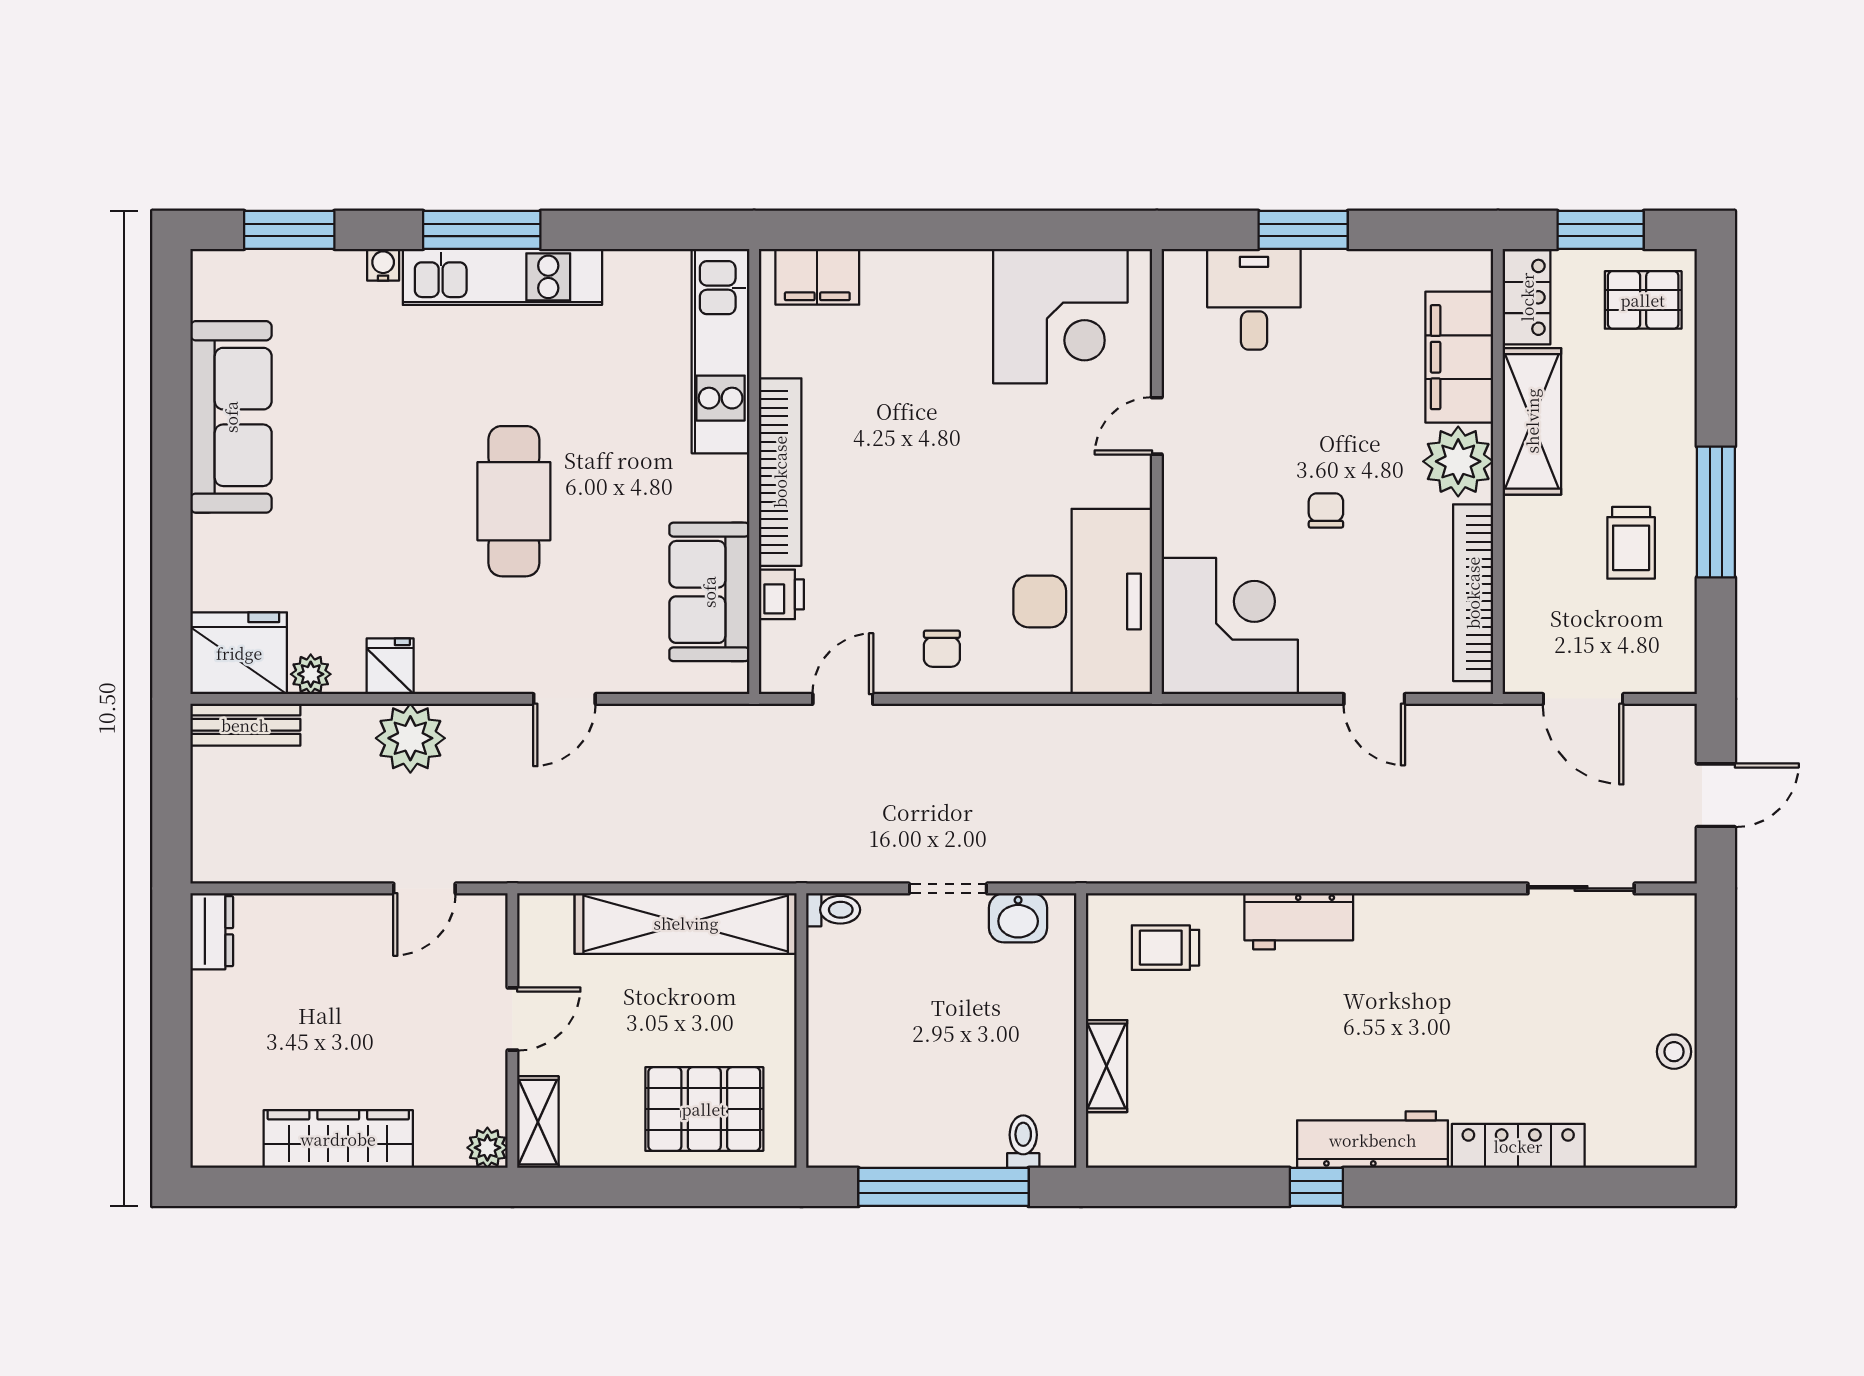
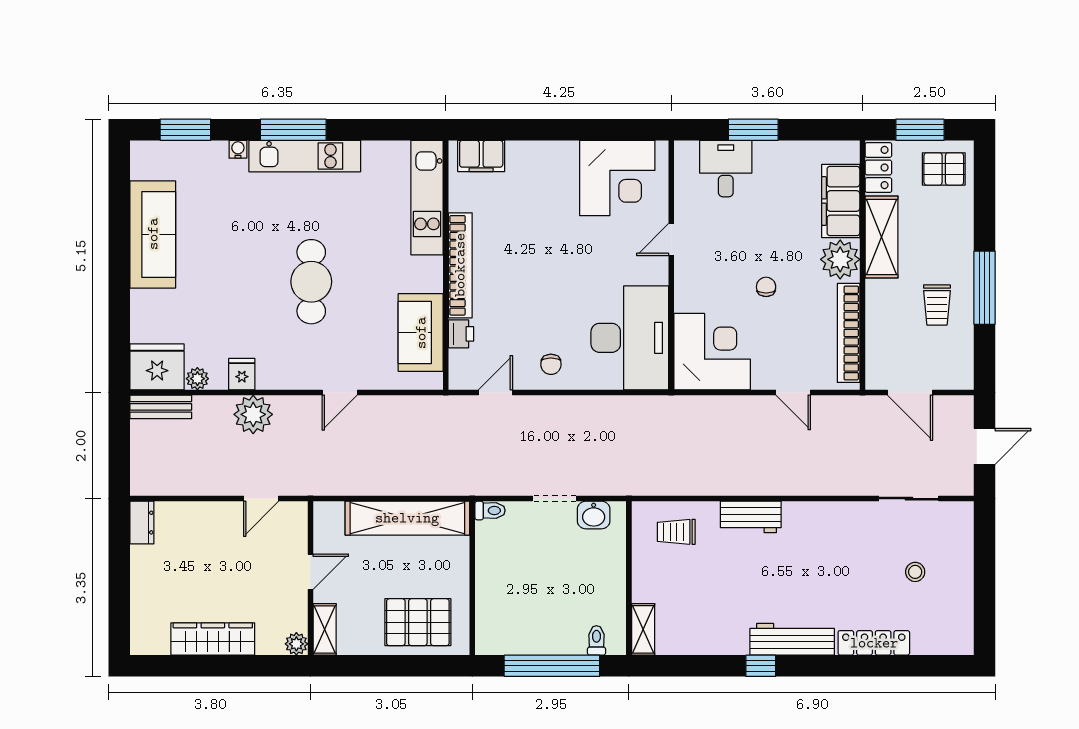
stool: (1674, 1052) -> (915, 572), moved
shelving: (1106, 1066) -> (643, 629), moved

